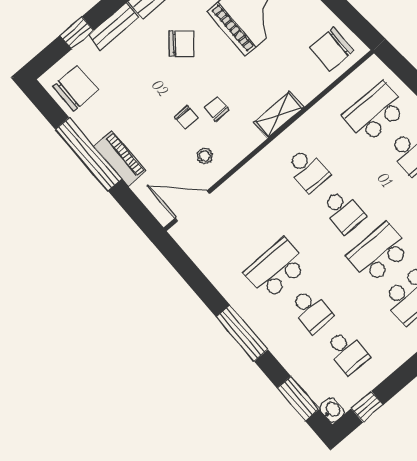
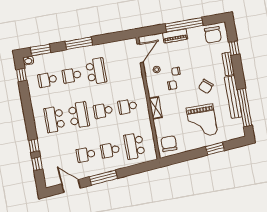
school desk: (375, 112) -> (134, 146), turned 180

